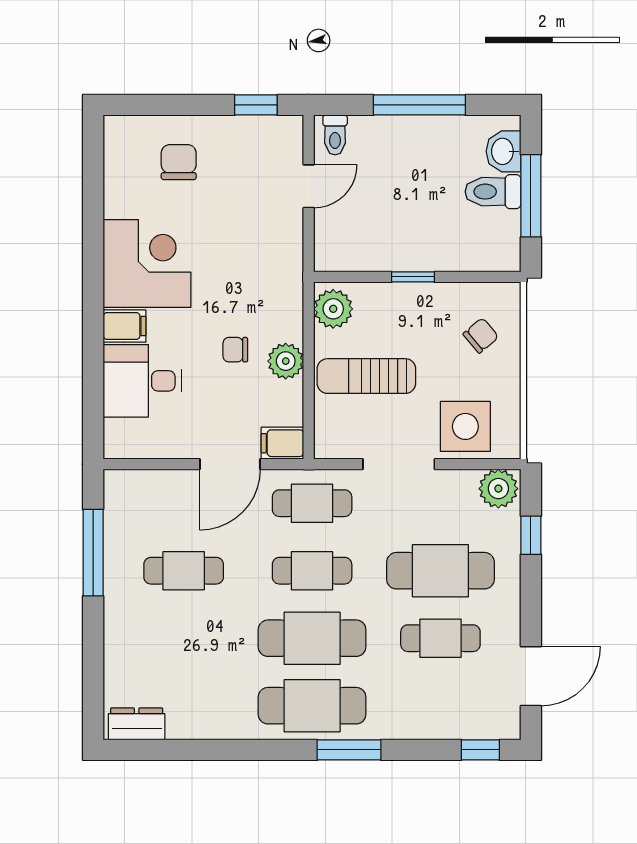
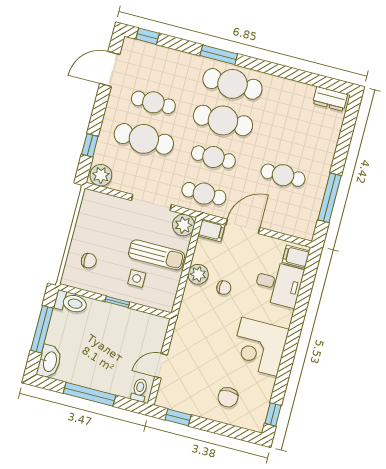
washbasin: (503, 151) -> (49, 362), width x1.38
window: (93, 153) -> (273, 414), added
toilet: (493, 192) -> (71, 303), moved
plant: (333, 309) -> (183, 225), moved
filing cabinet: (125, 326) -> (296, 257), moved
chair: (481, 335) -> (89, 261), turned -140
side table: (465, 426) -> (137, 278), moved, width x0.54, depth x0.54

